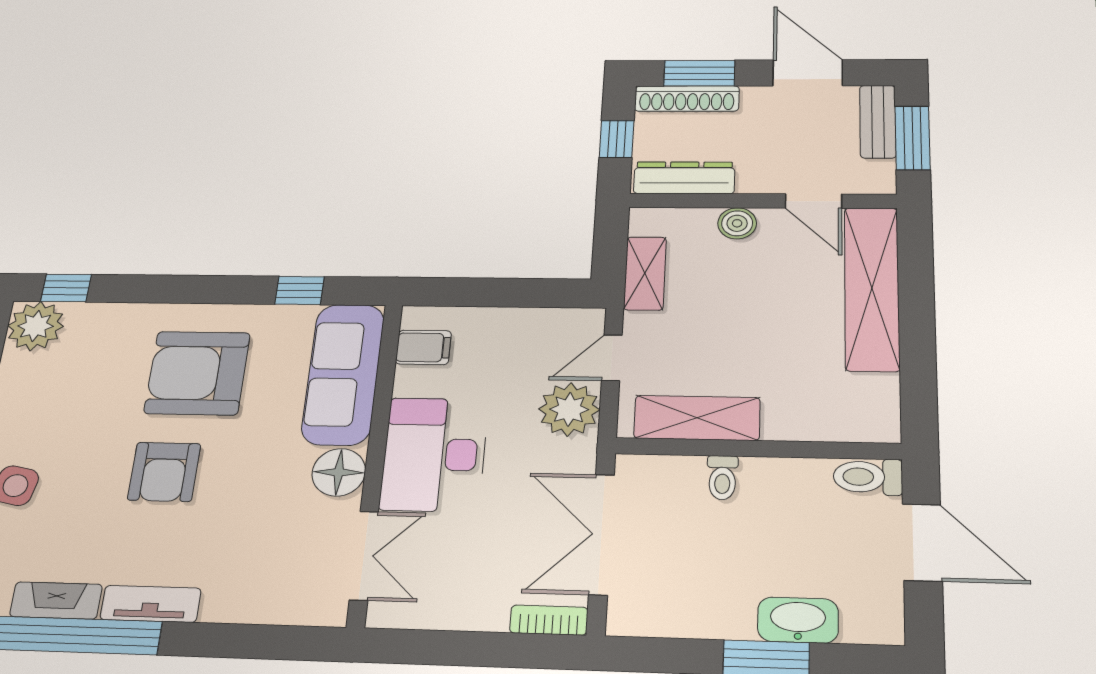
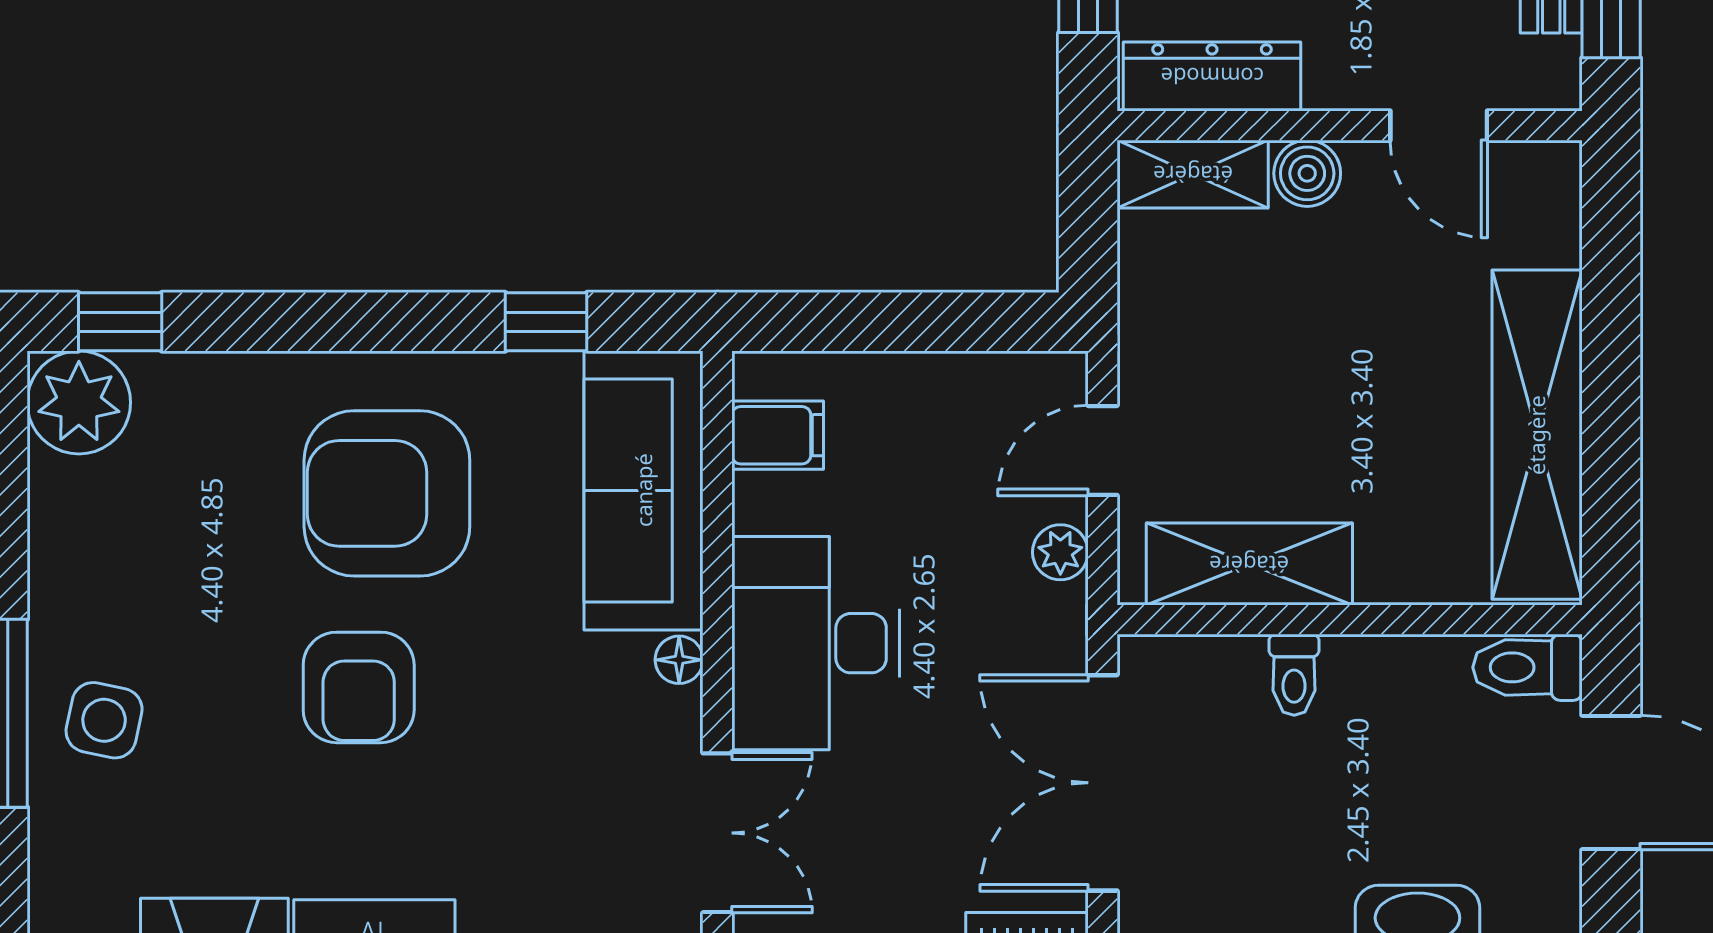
shelving: (645, 273) -> (1193, 174), moved, turned 90
shelving: (872, 288) -> (1537, 435), moved
plant: (569, 409) -> (1060, 552), width x0.53, depth x0.53
floor lamp: (339, 472) -> (679, 660), width x0.53, depth x0.53

